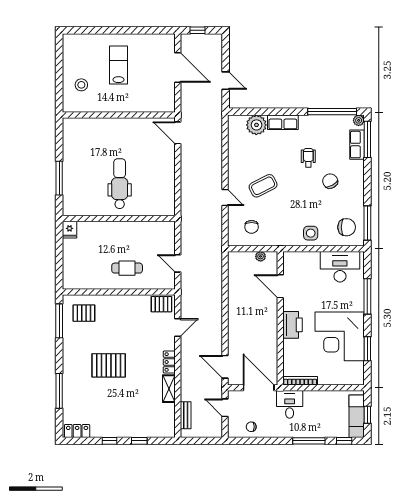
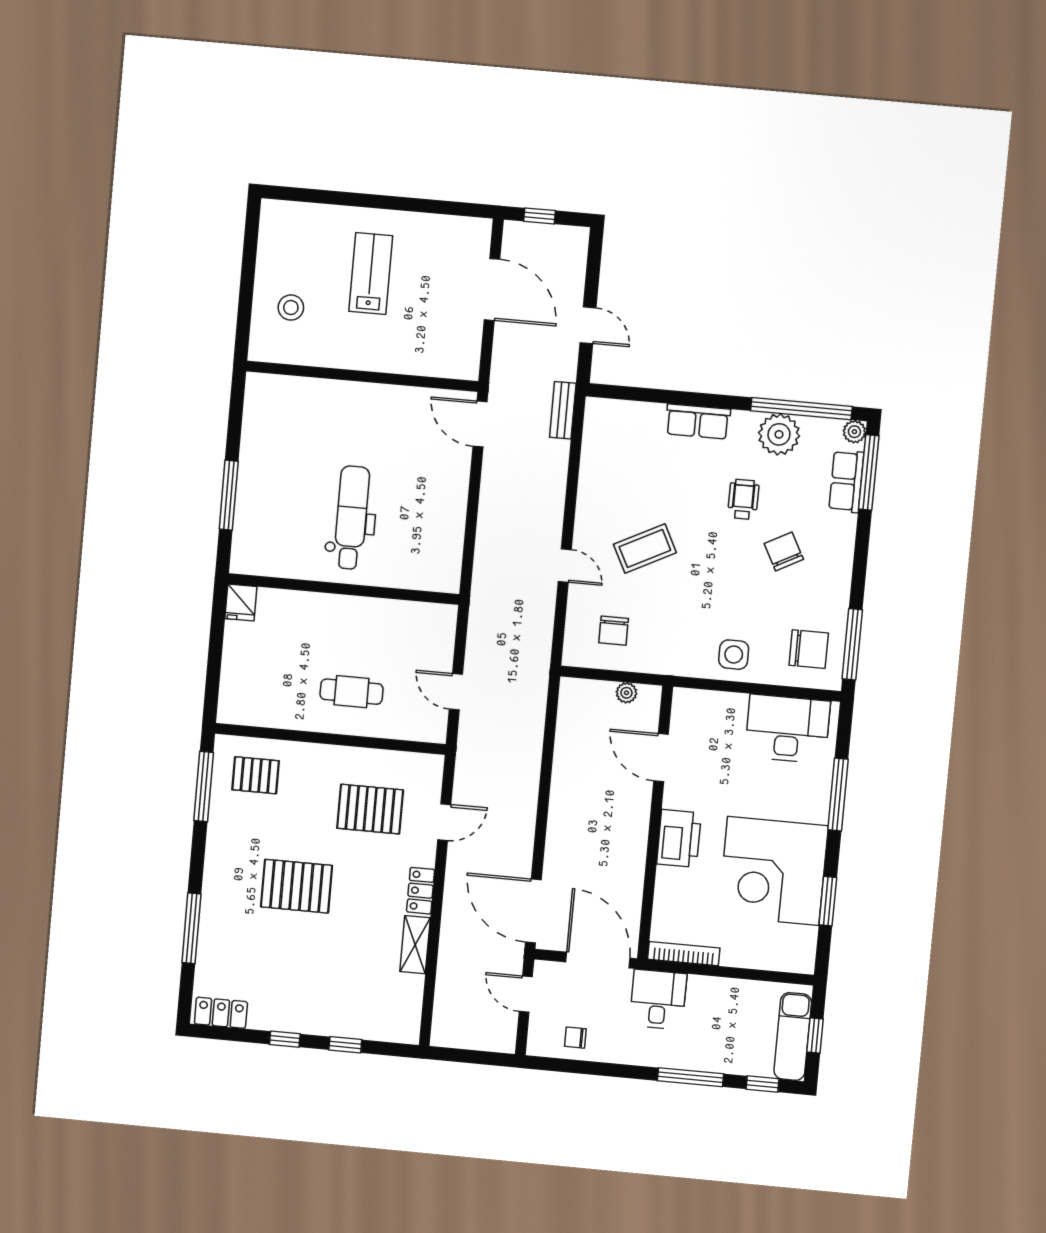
plant: (256, 125) -> (779, 434), moved
pallet: (161, 304) -> (370, 809), moved, width x1.50, depth x1.42
door: (225, 367) -> (533, 911), width x1.36
bench: (186, 415) -> (563, 410), moved

